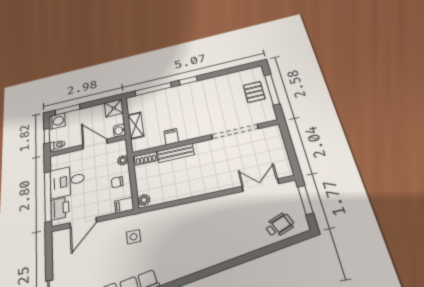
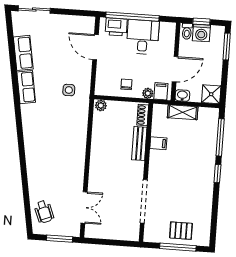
washing machine: (57, 121) -> (201, 33), moved
filing cabinet: (124, 205) -> (161, 91), moved

